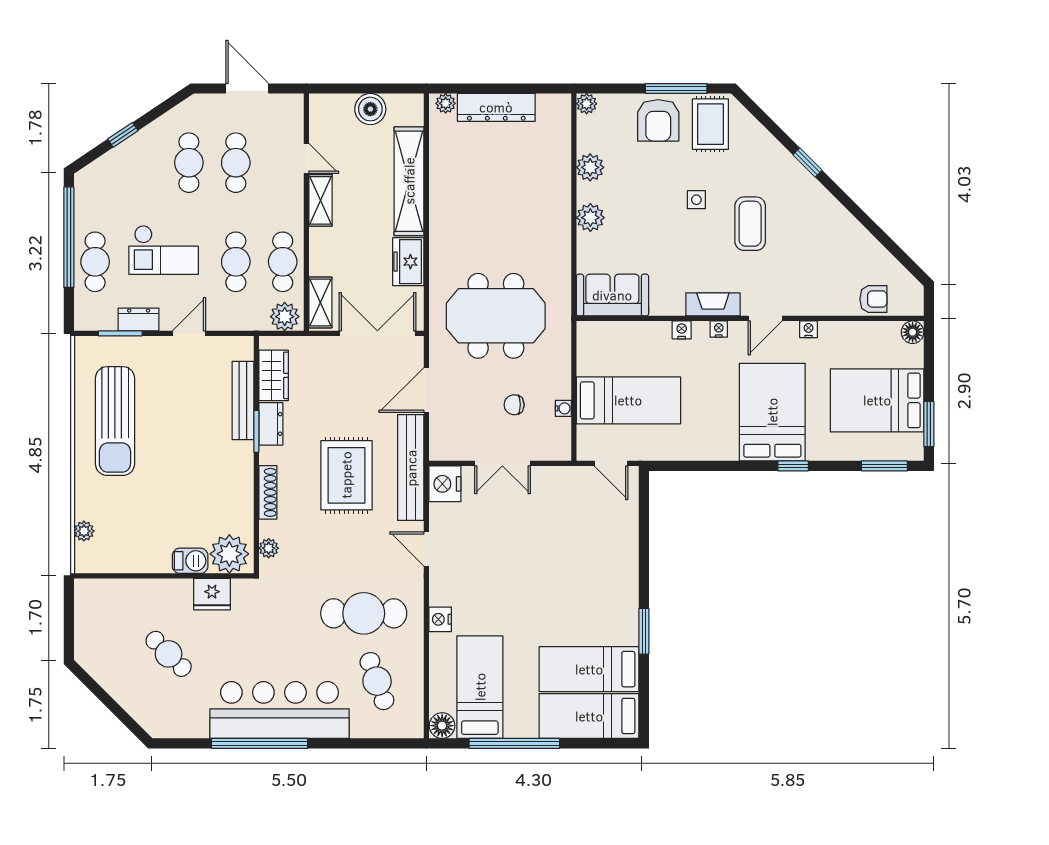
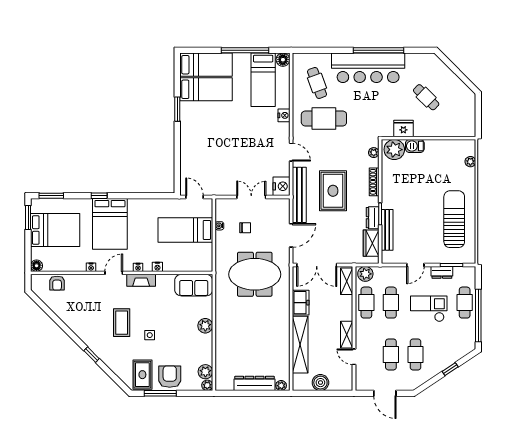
plant: (590, 167) -> (205, 372), moved
armchair: (873, 299) -> (57, 283), turned -90

